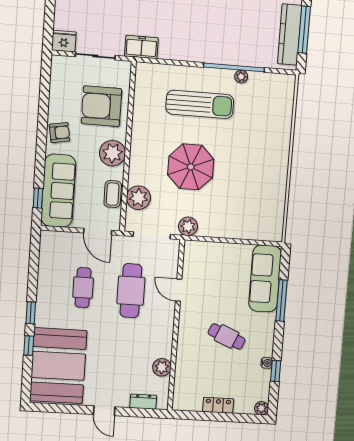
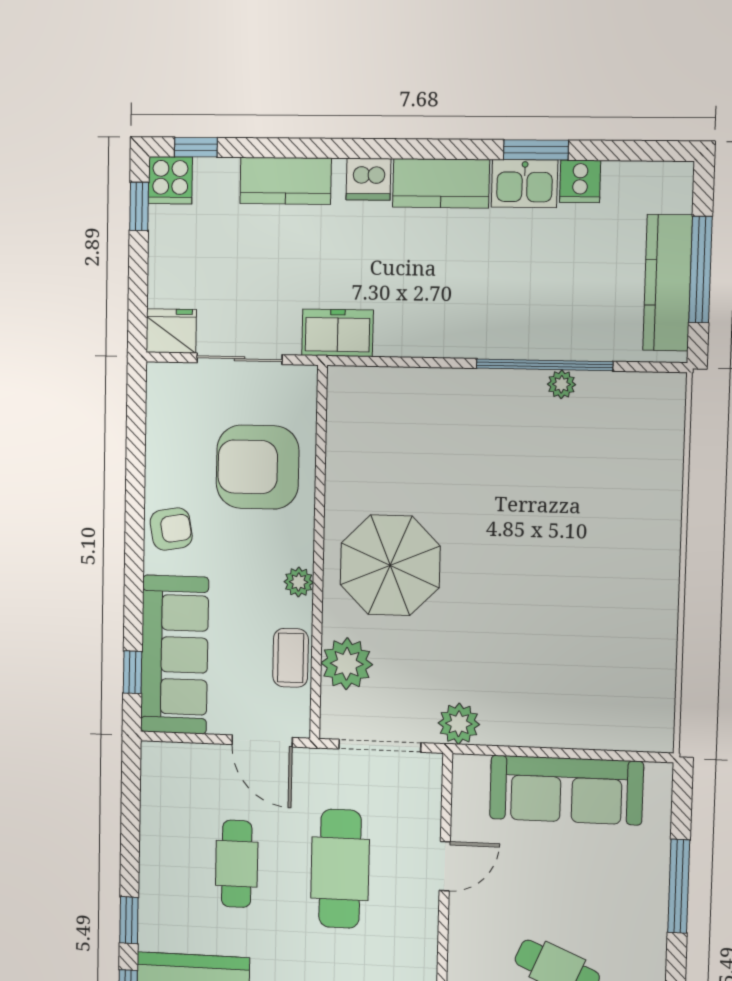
sun lounger: (200, 104) -> (472, 452), removed
plant: (112, 153) -> (299, 582), width x0.53, depth x0.53
parasol: (191, 167) -> (390, 565), moved
sofa: (265, 279) -> (566, 790), moved, turned -90
door: (179, 290) -> (445, 866), swing flipped

